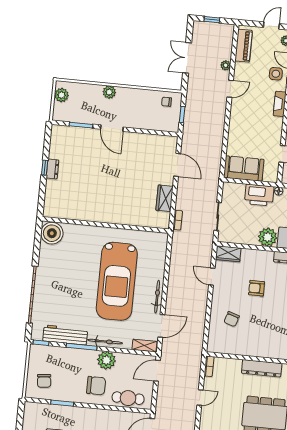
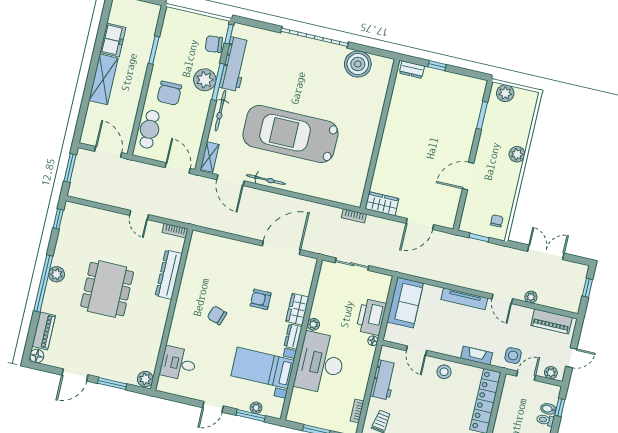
door: (271, 25) -> (571, 358), hinge flipped
plant: (61, 95) -> (505, 93), moved
tv unit: (234, 120) -> (464, 299), added
door: (112, 128) -> (468, 176), moved
dresser: (53, 169) -> (412, 70), moved
wall: (105, 225) -> (380, 134), moved
plant: (268, 237) -> (313, 324), width x0.53, depth x0.53
wardrobe: (228, 254) -> (297, 309), moved
door: (212, 277) -> (281, 248), width x1.87
armchair: (257, 288) -> (261, 299), turned -90
garage door: (32, 295) -> (314, 37), moved
chair: (232, 319) -> (217, 315), moved
plant: (106, 360) -> (205, 80), moved
dresser: (262, 368) -> (169, 275), moved
chair: (44, 381) -> (214, 44), moved

